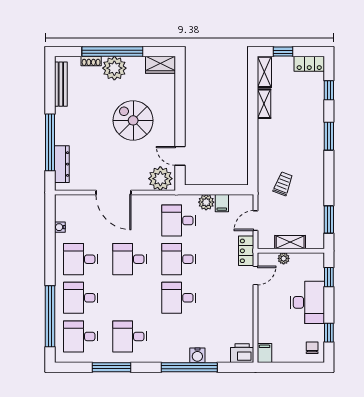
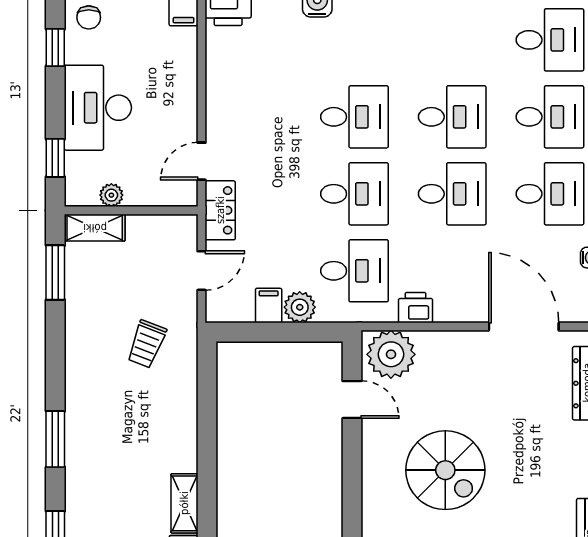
door: (113, 193) -> (524, 327), moved
printer: (148, 202) -> (416, 308), added
shelving: (290, 242) -> (95, 228), moved
plant: (284, 258) -> (111, 195), moved
desk: (130, 336) -> (452, 117), moved

